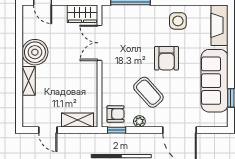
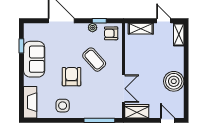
shelving: (29, 81) -> (179, 34), moved
sofa: (215, 81) -> (34, 59), width x0.73
coffee table: (148, 92) -> (94, 60), moved
window: (117, 130) -> (99, 21), moved

